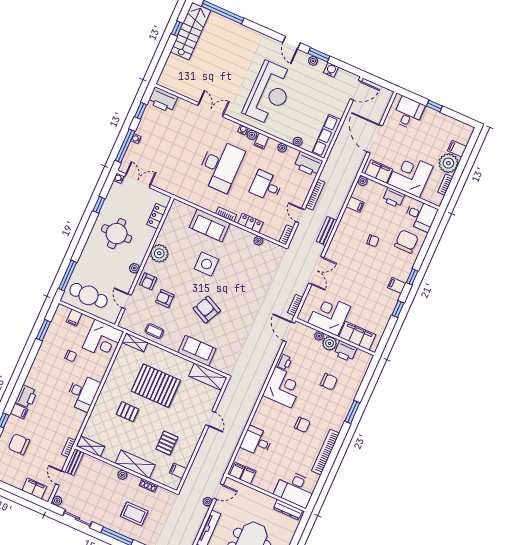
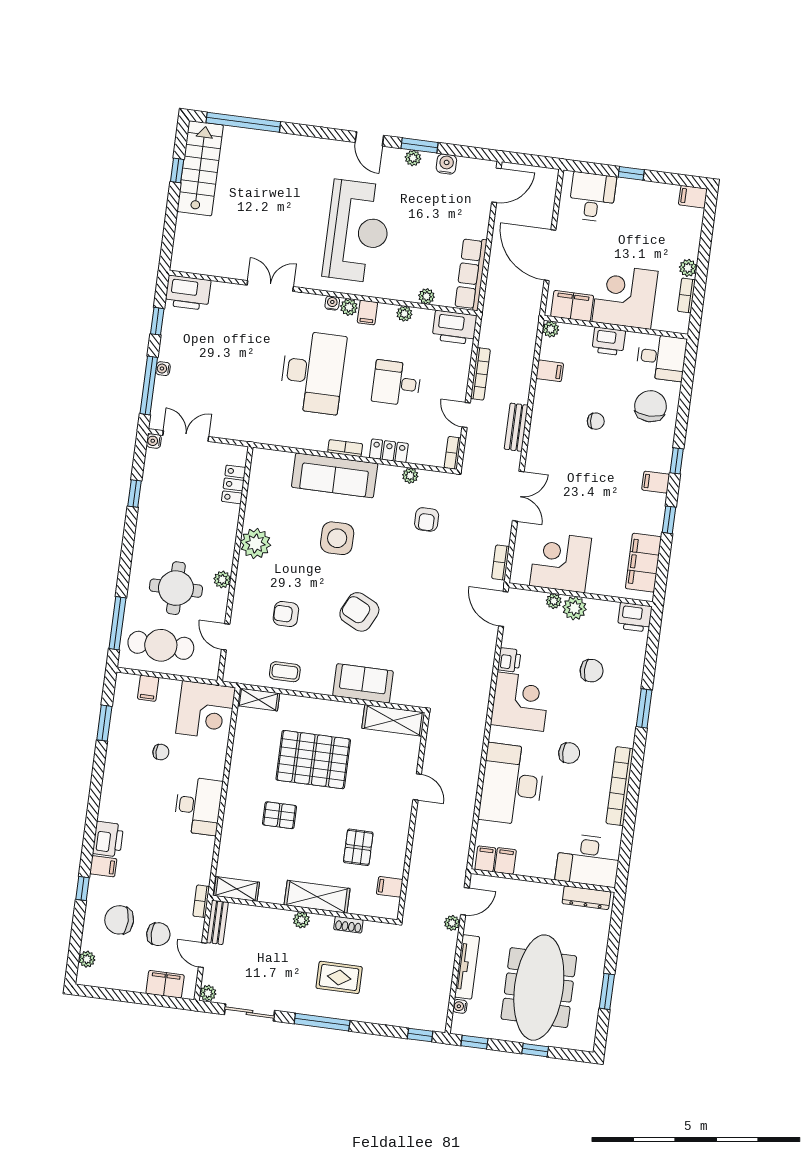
filing cabinet: (457, 149) -> (693, 197), moved
plant: (448, 163) -> (688, 268), width x0.53, depth x0.53
sofa: (210, 225) -> (335, 475), width x1.36
round table: (117, 234) -> (176, 588), moved
armchair: (148, 281) -> (427, 519), moved
filing cabinet: (357, 336) -> (643, 563), moved, turned -90
printer: (345, 351) -> (635, 617), moved
desk: (257, 441) -> (512, 784), width x1.87, depth x1.30
chair: (39, 459) -> (158, 934), added

